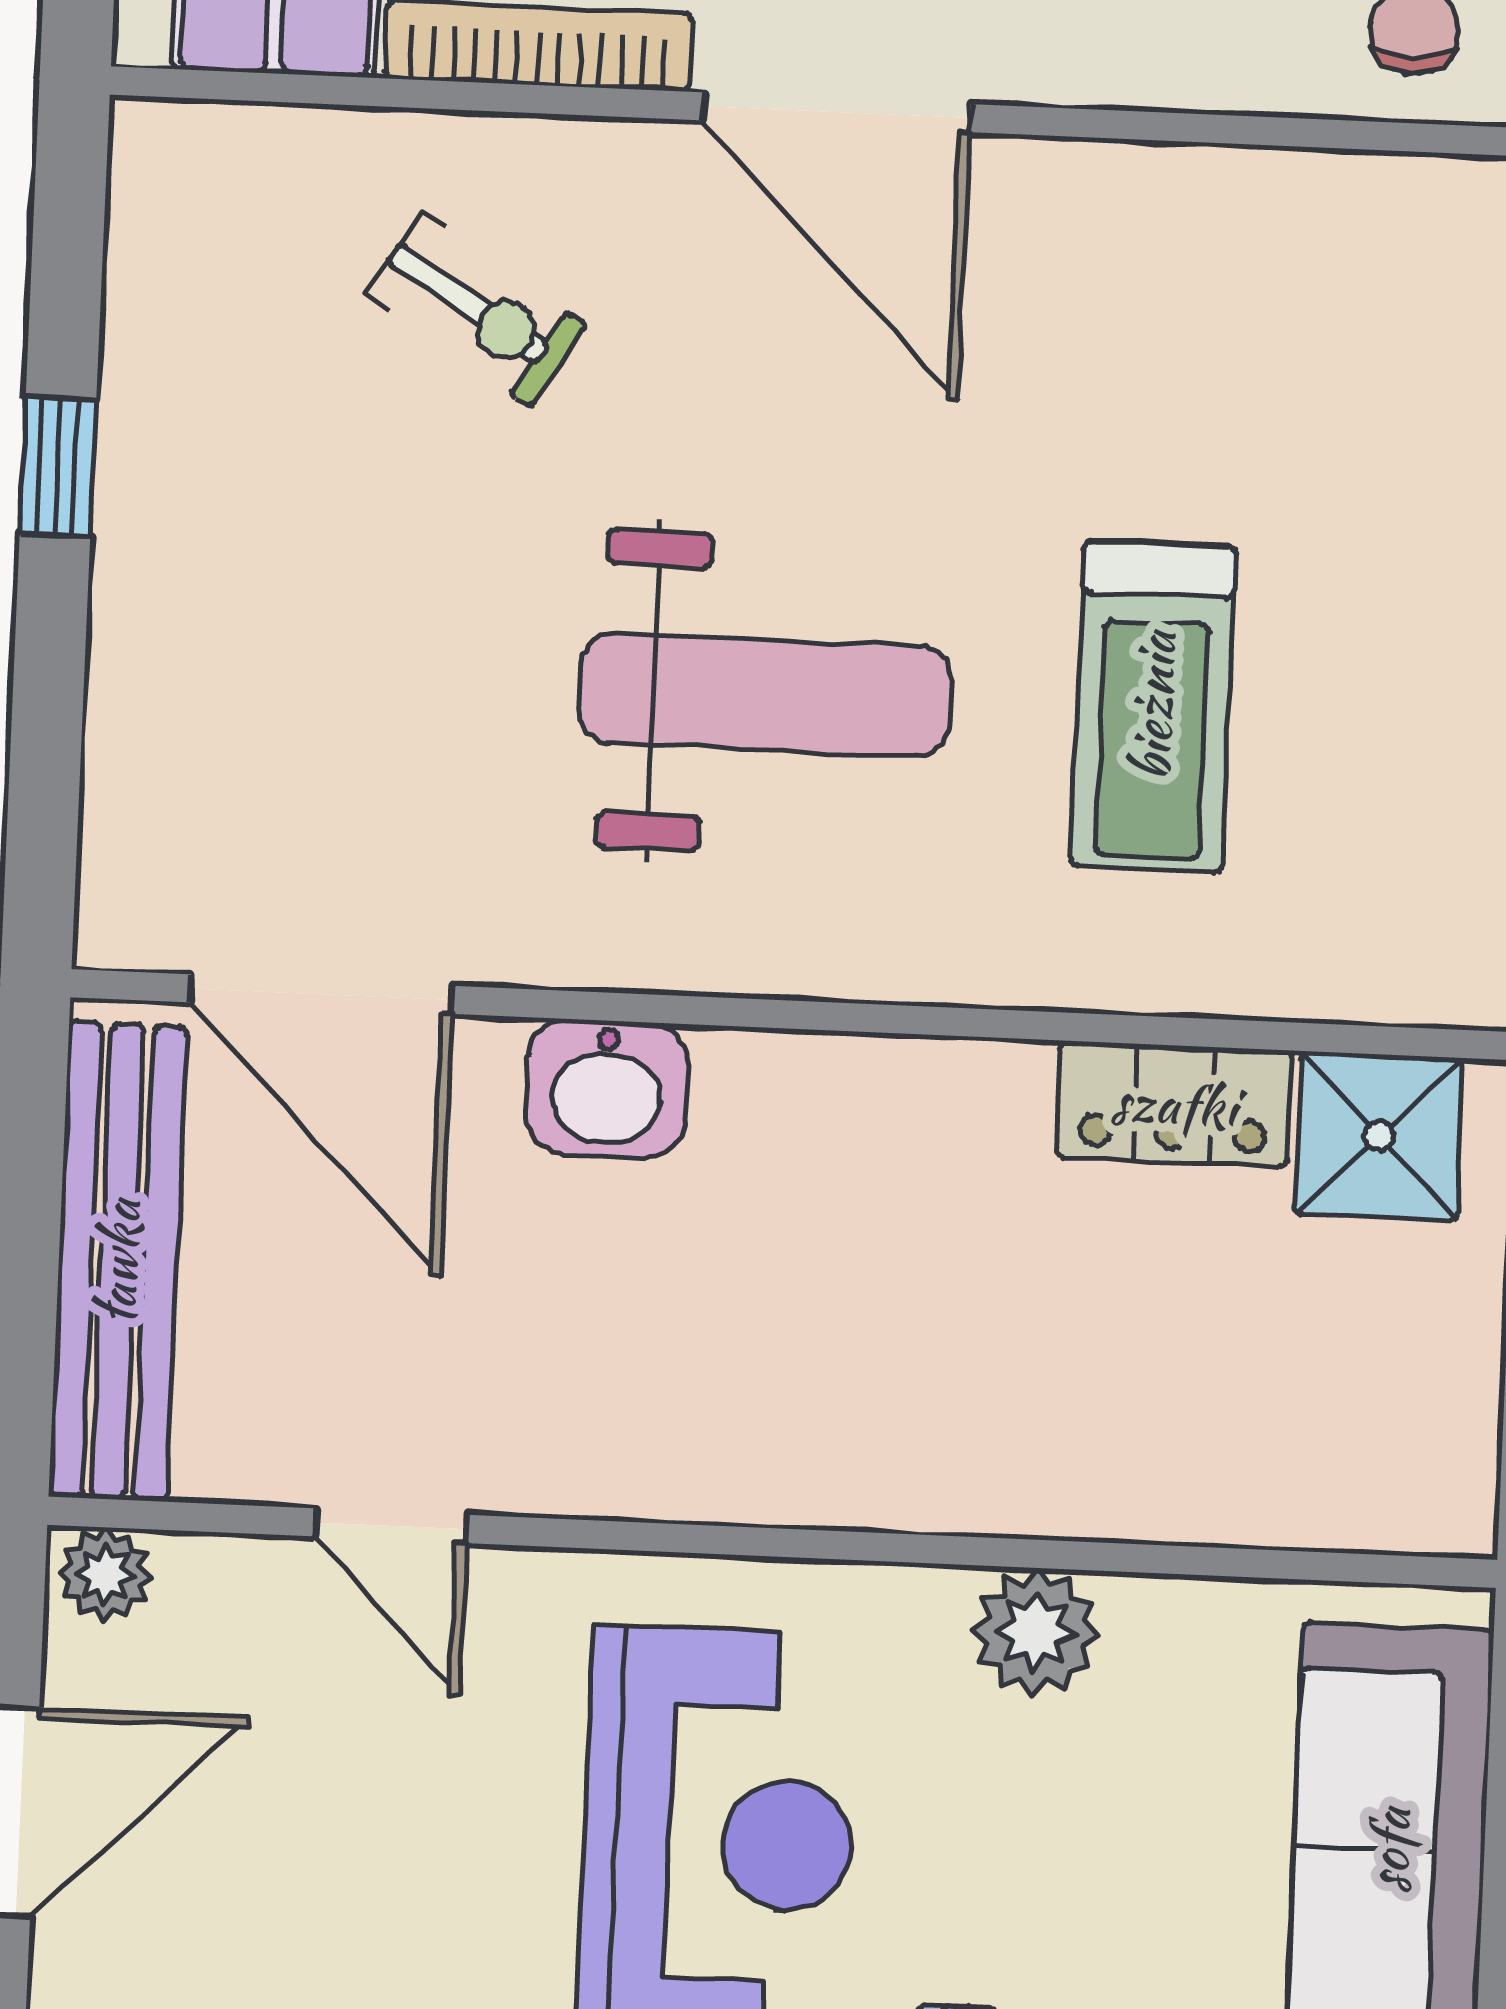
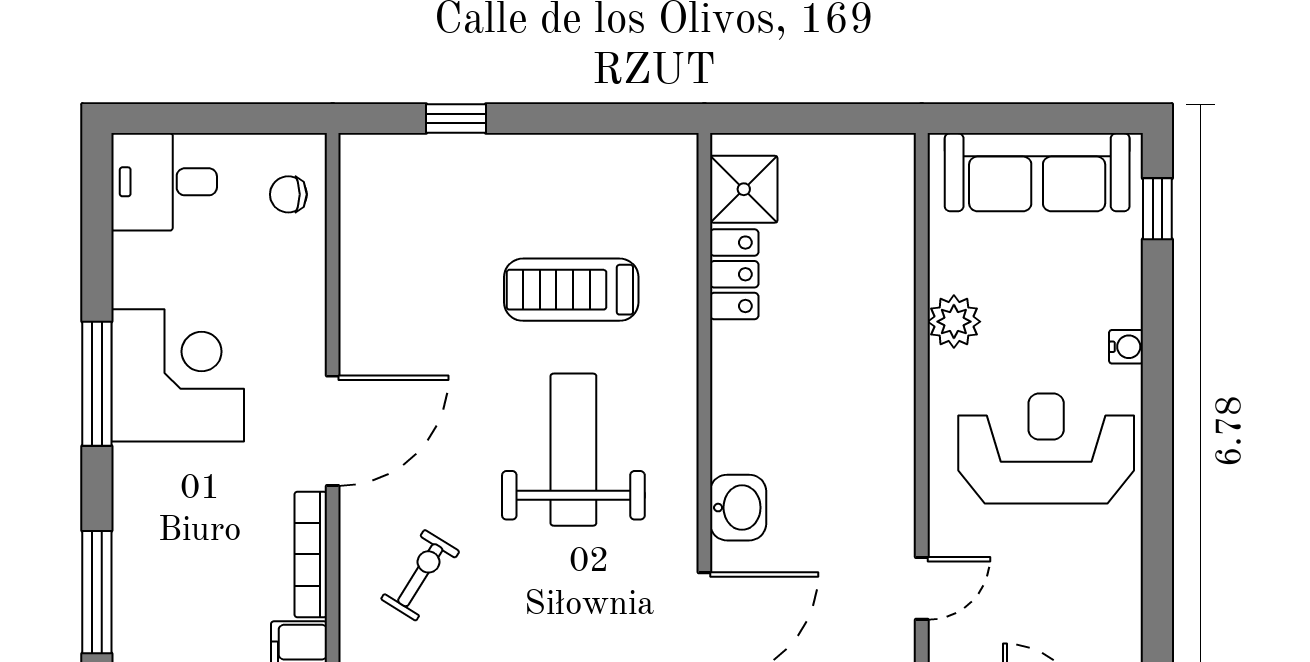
treadmill: (1153, 706) -> (571, 290), turned 180

